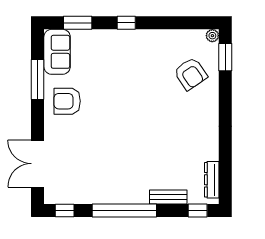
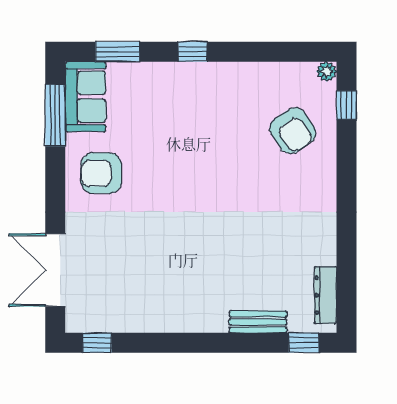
window: (225, 57) -> (346, 105), width x0.67
window: (38, 80) -> (55, 115), moved
window: (124, 210) -> (190, 343), removed

